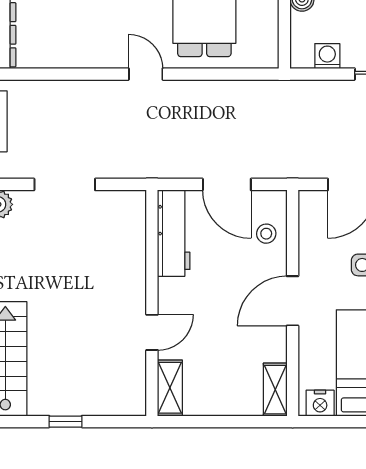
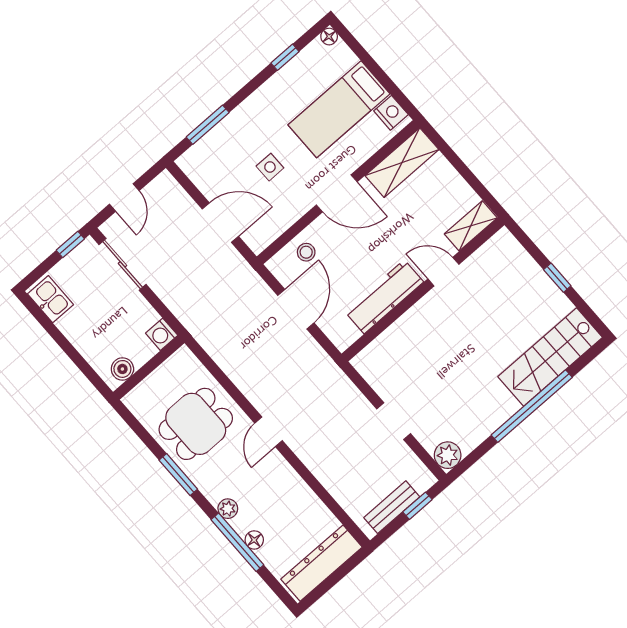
washing machine: (327, 56) -> (162, 334), moved
doorway: (65, 184) -> (394, 421), width x0.73
workbench: (174, 233) -> (384, 297), moved
shelving: (275, 390) -> (402, 163), width x1.50, depth x1.33

